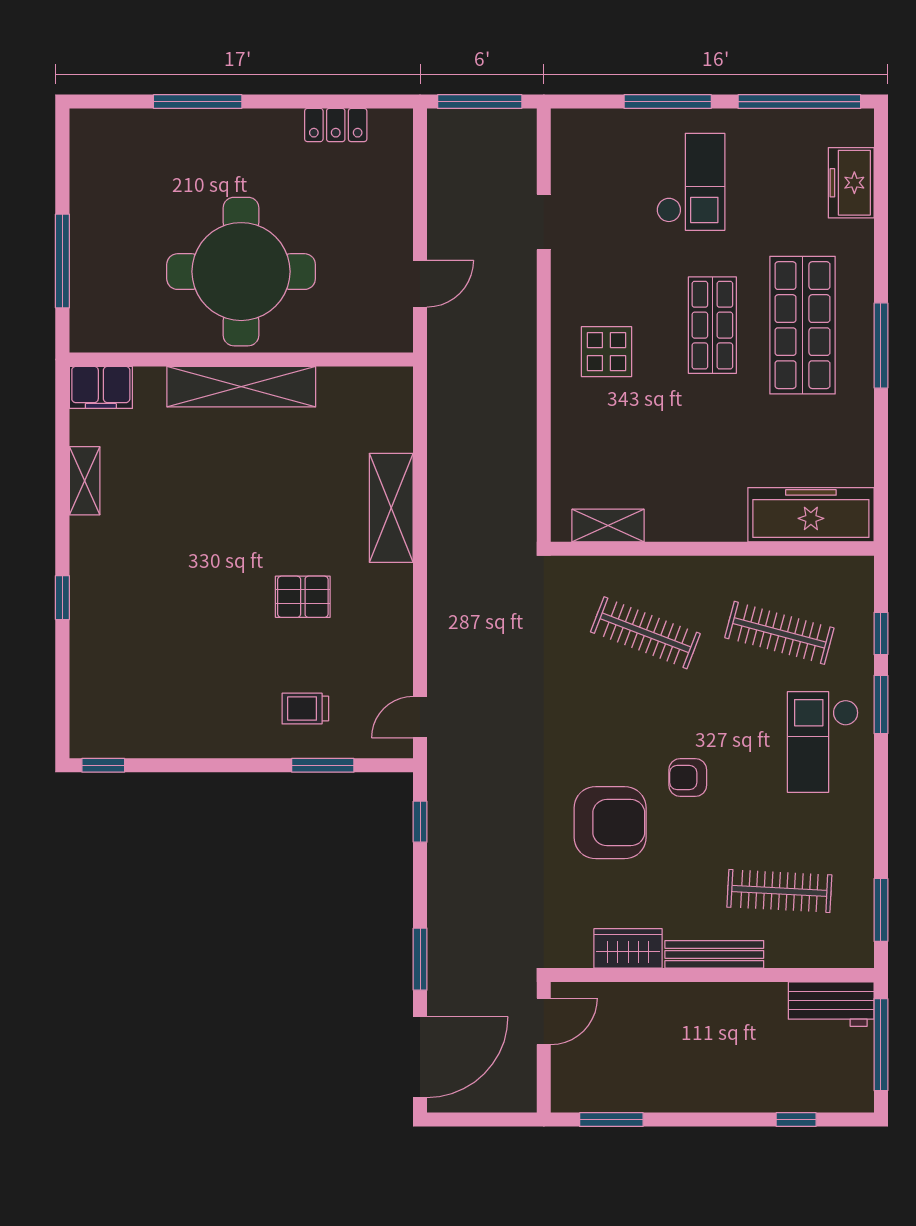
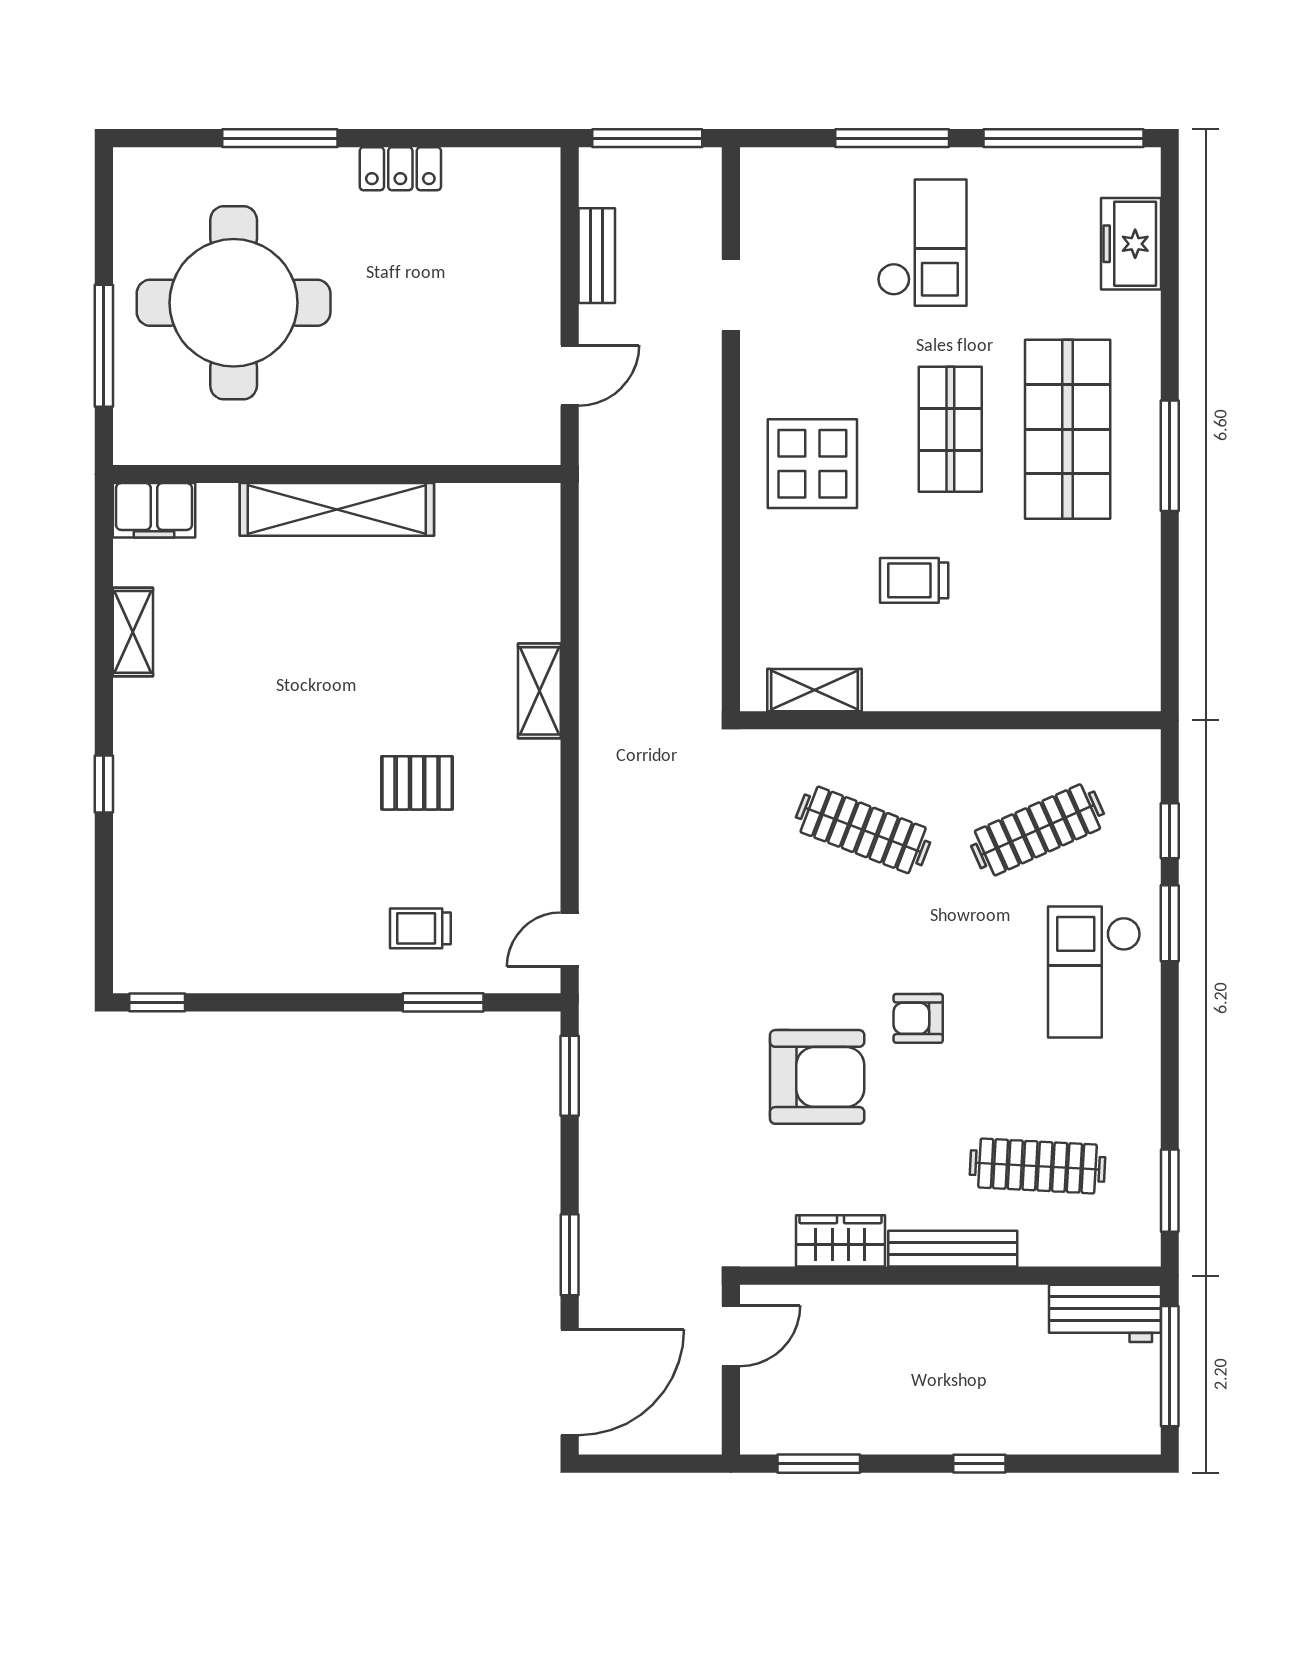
locker: (336, 125) -> (400, 169), moved
bench: (441, 192) -> (597, 256), added
round table: (241, 272) -> (234, 303), moved
display table: (606, 352) -> (812, 464), width x1.36, depth x1.36
trolley: (685, 441) -> (914, 580), added
shelving: (391, 508) -> (539, 691), width x0.67, depth x0.75
freezer: (811, 515) -> (1079, 676), removed
clothes rail: (779, 633) -> (1037, 830), turned -39
window: (420, 822) -> (570, 1076), width x1.50
window: (796, 1120) -> (979, 1464), moved

